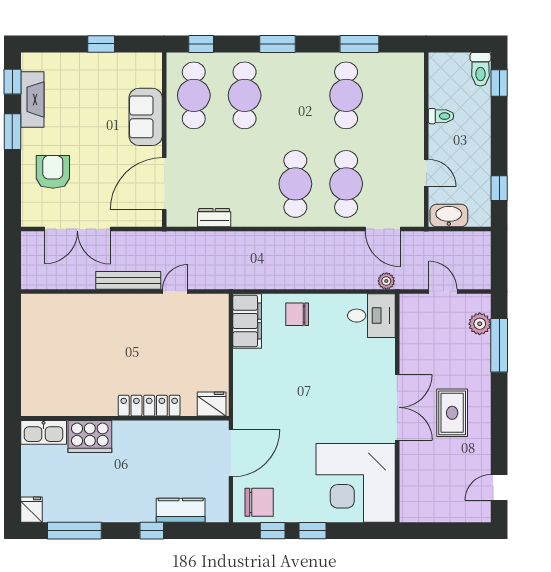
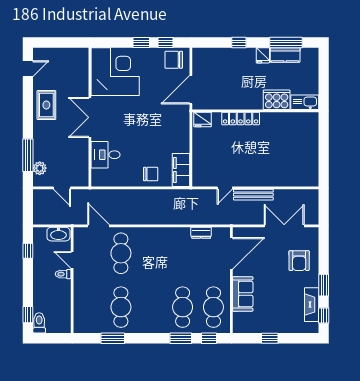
window: (277, 44) -> (181, 338), moved
toilet: (441, 116) -> (63, 274), moved
cafe table: (295, 184) -> (152, 253), removed
plant: (386, 281) -> (96, 194), removed
desk: (371, 316) -> (106, 155), moved
rug: (452, 413) -> (46, 105), moved
fridge: (31, 510) -> (263, 55), moved
kitchen counter: (181, 510) -> (285, 55), moved

